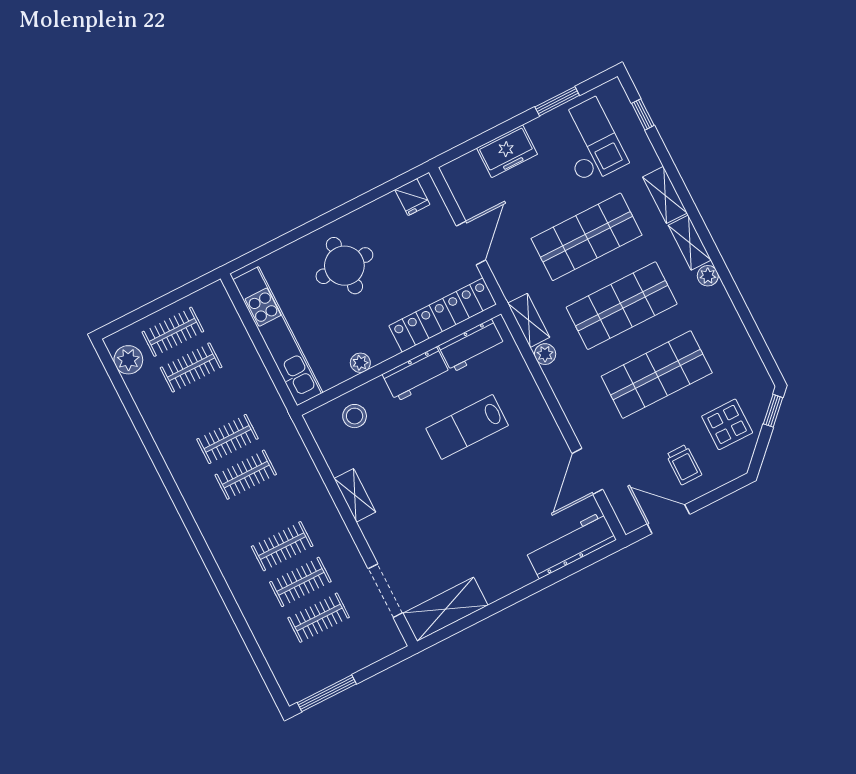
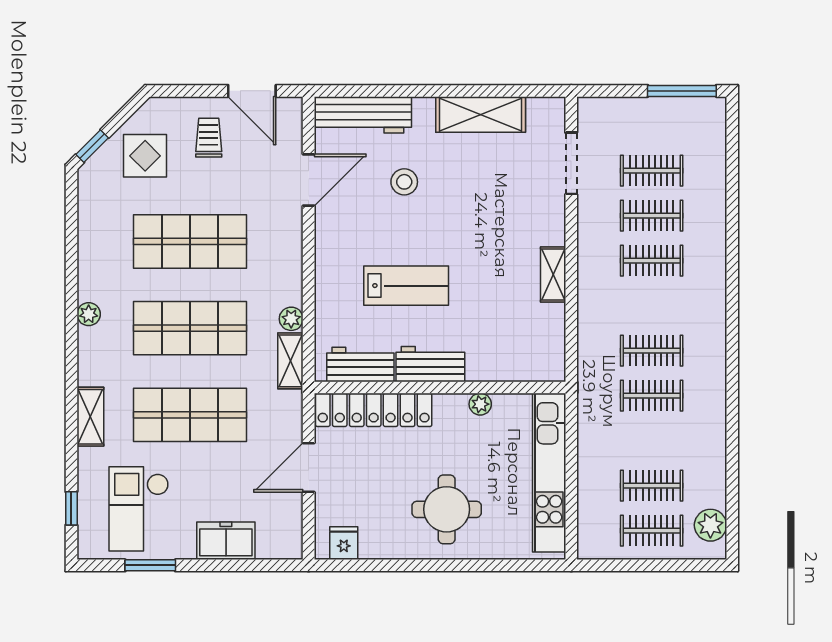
shelving: (690, 243) -> (90, 356), removed
stool: (355, 416) -> (404, 182), moved
shelving: (445, 609) -> (481, 114), moved

